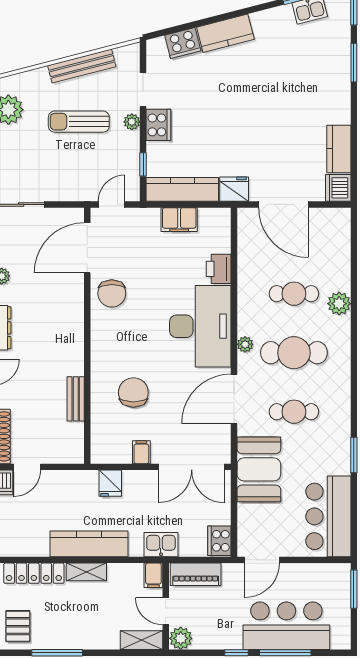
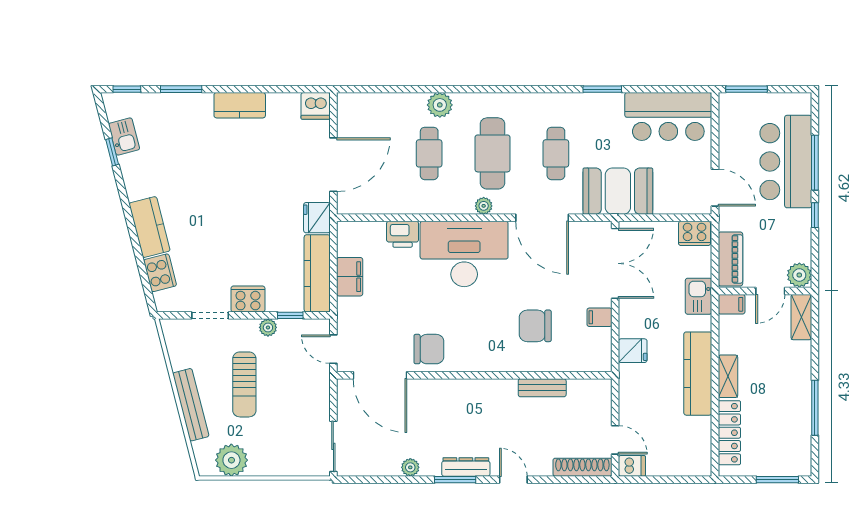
bench: (82, 66) -> (191, 405), moved
plant: (132, 122) -> (268, 327), moved
kitchen counter: (339, 149) -> (240, 105), moved
pallet: (18, 626) -> (786, 450), removed

